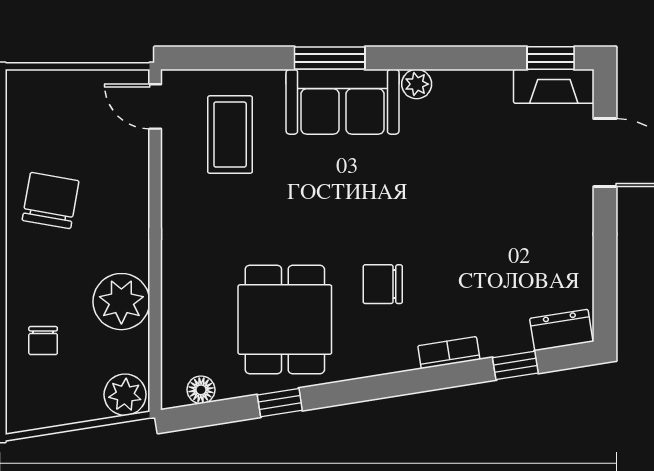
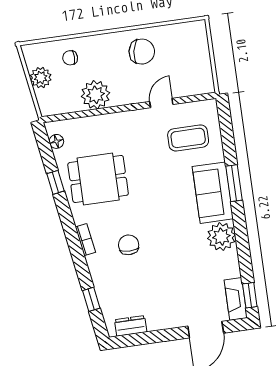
plant: (417, 84) -> (221, 237), width x1.87, depth x1.87
door: (155, 106) -> (161, 103), moved
chair: (383, 284) -> (129, 245), moved
dresser: (561, 330) -> (131, 326), moved, turned -81
bookcase: (449, 353) -> (85, 240), moved
plant: (125, 395) -> (41, 78), moved

